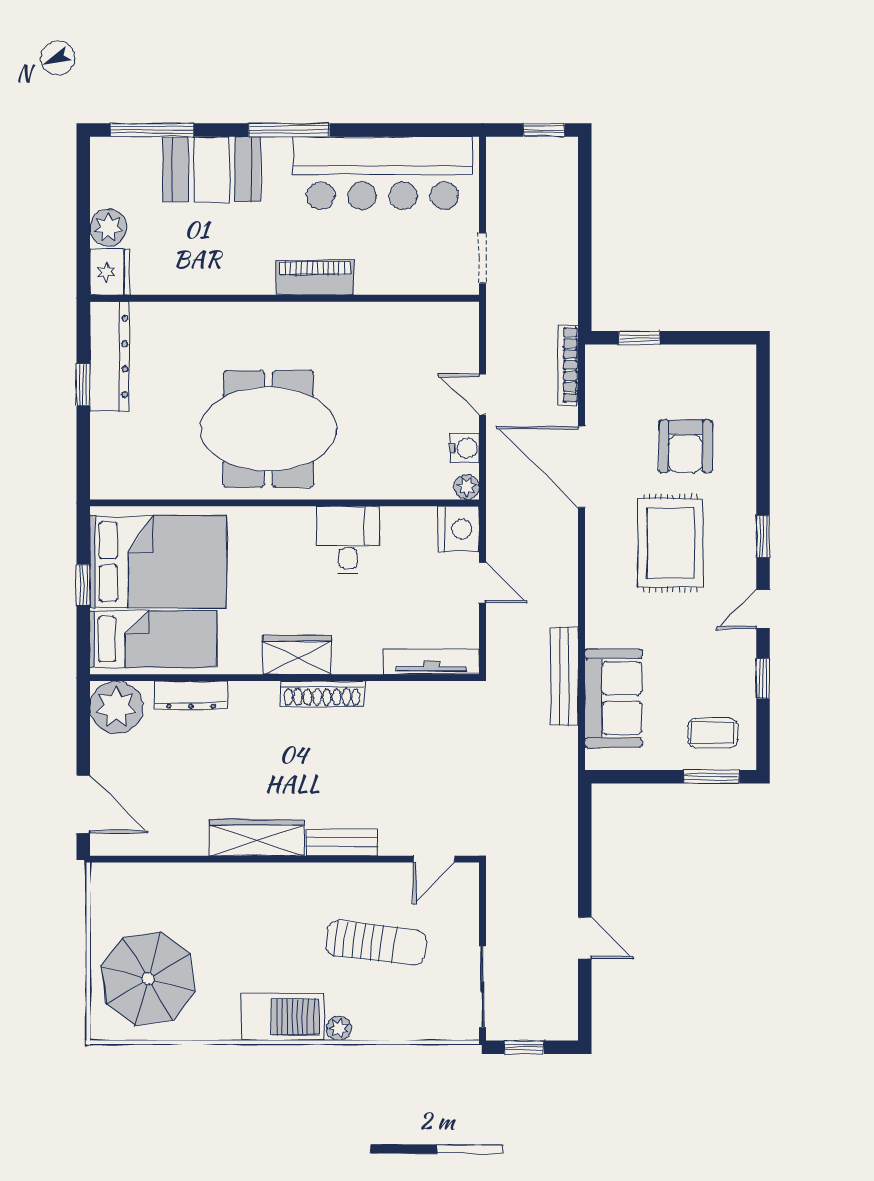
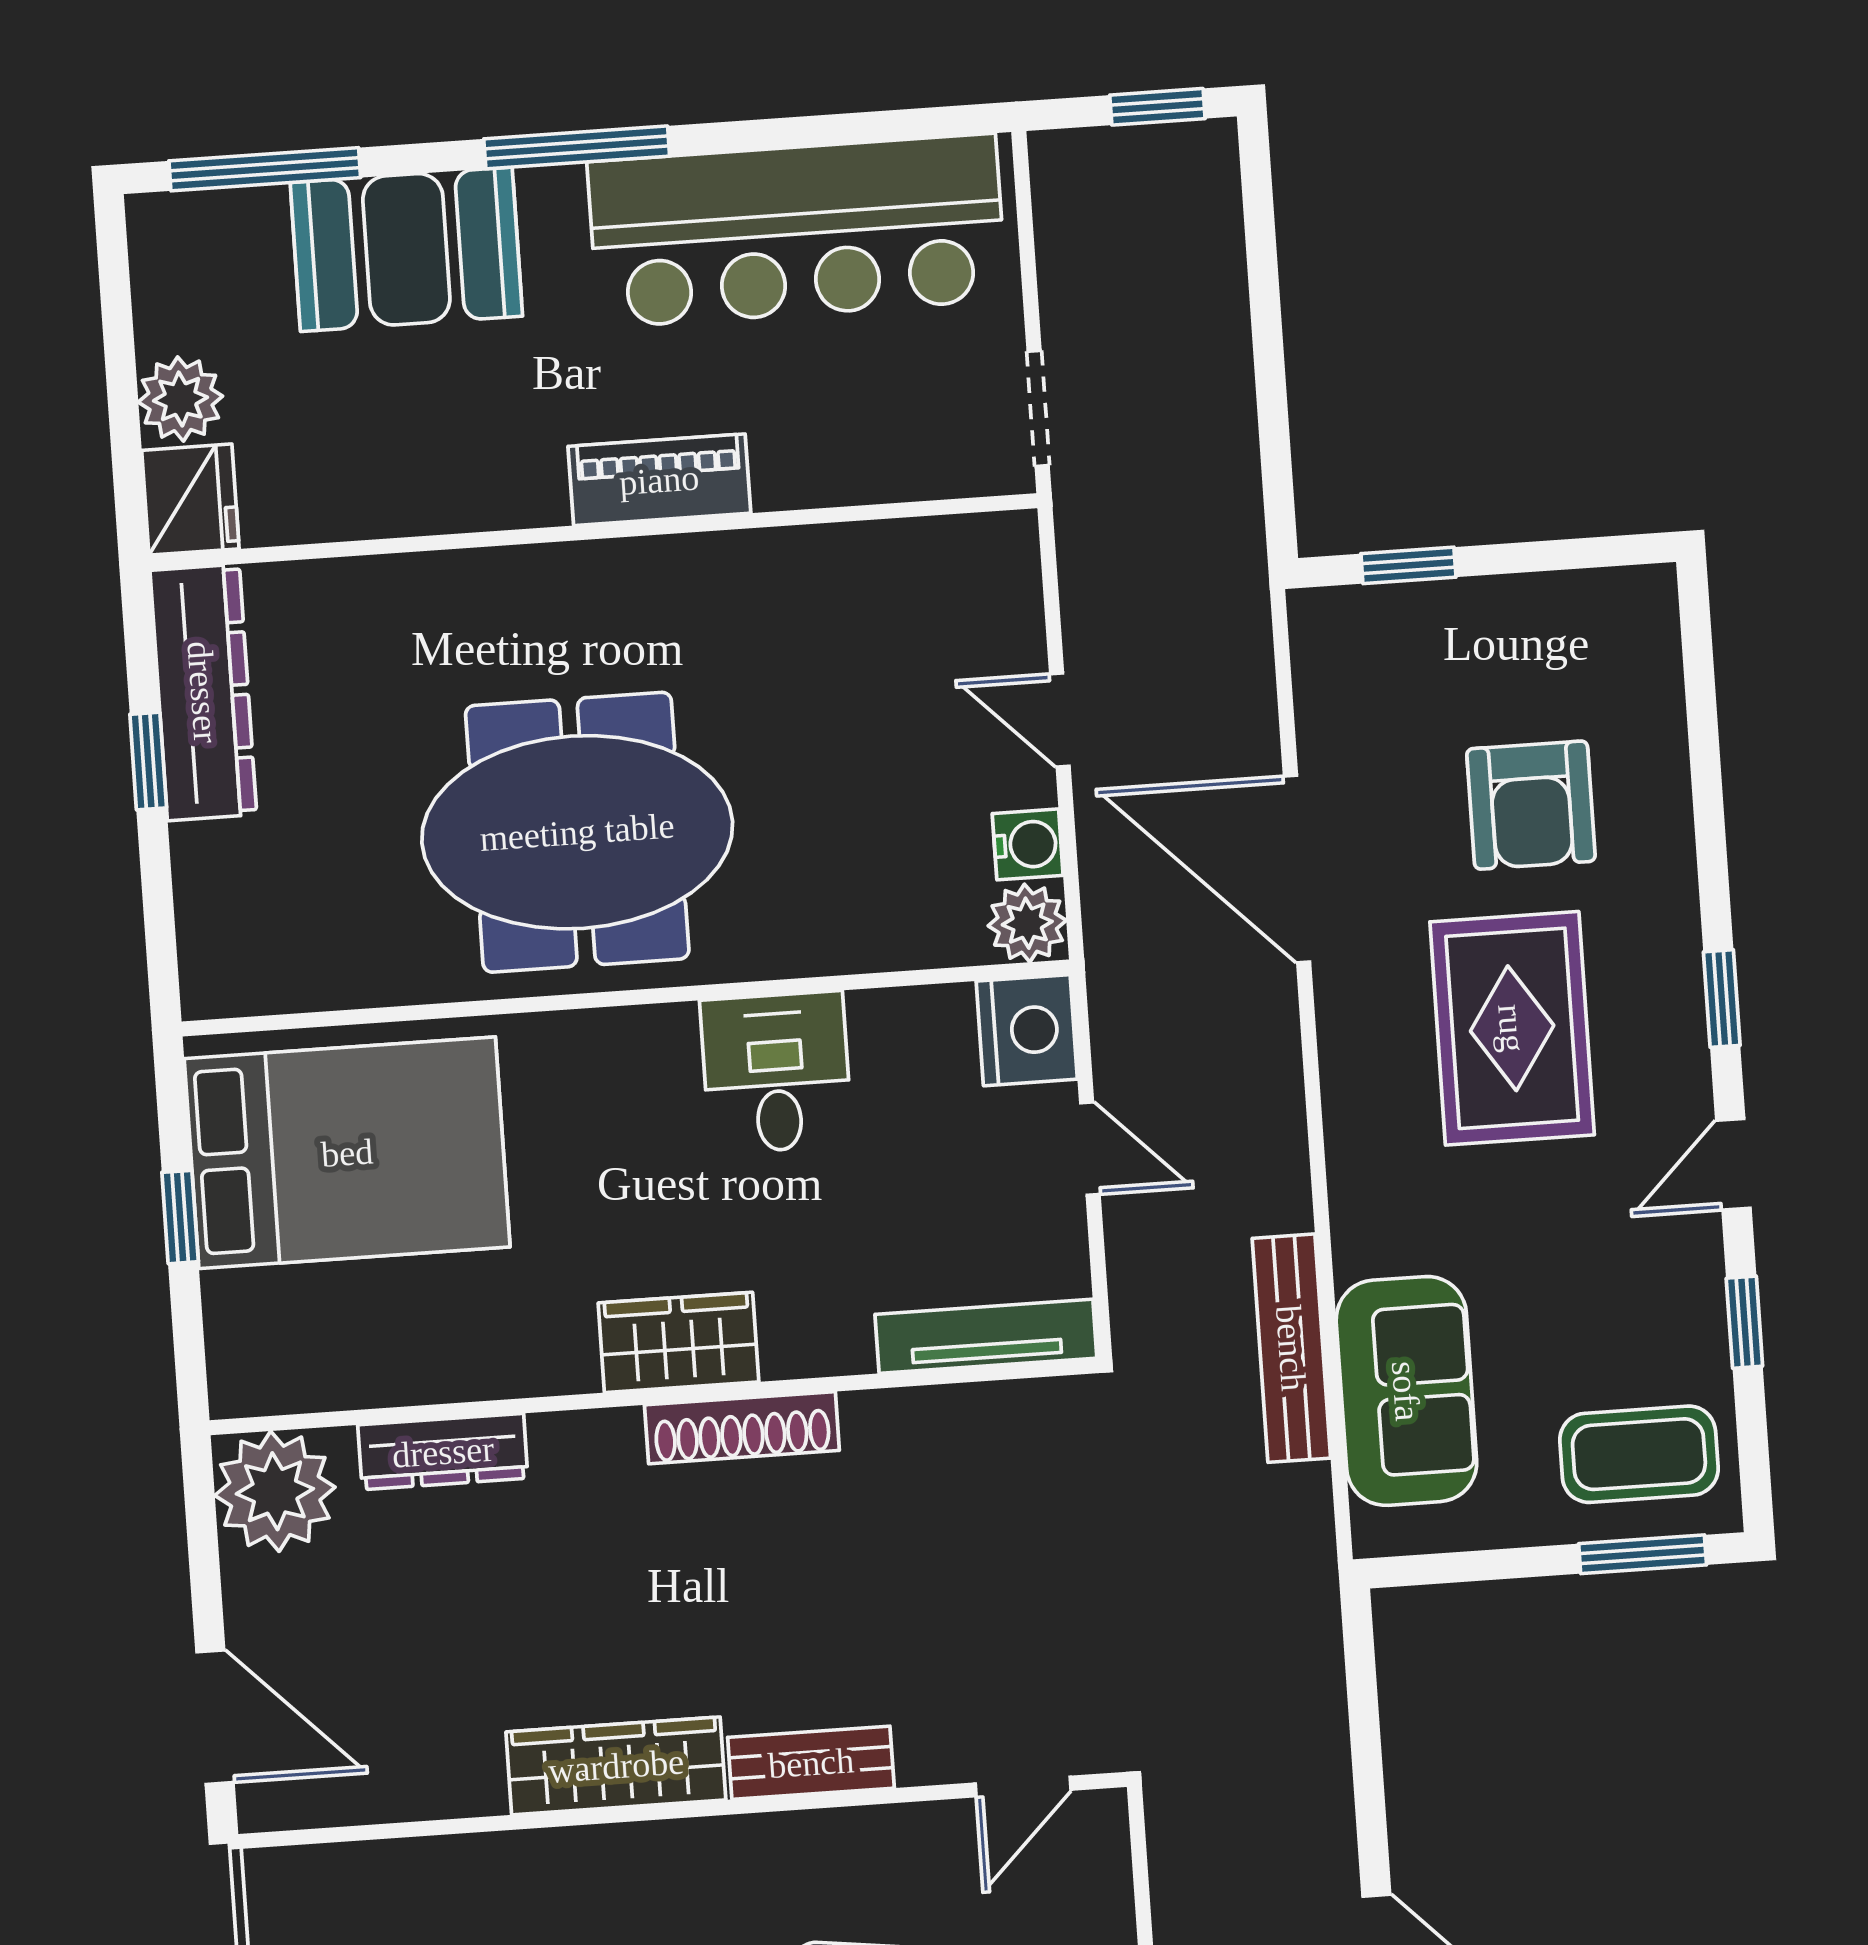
bookcase: (568, 365) -> (1250, 639), removed
plant: (467, 487) -> (1027, 923), width x1.38, depth x1.38
bed: (153, 639) -> (348, 1330), removed
coffee table: (713, 733) -> (1639, 1454), width x1.36, depth x1.30

